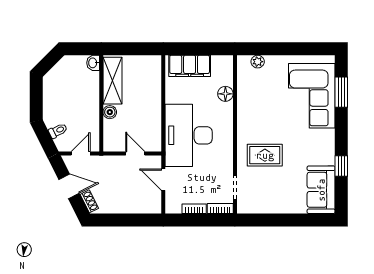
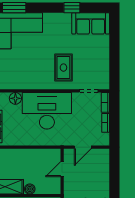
desk: (189, 135) -> (47, 111), moved, turned 180

